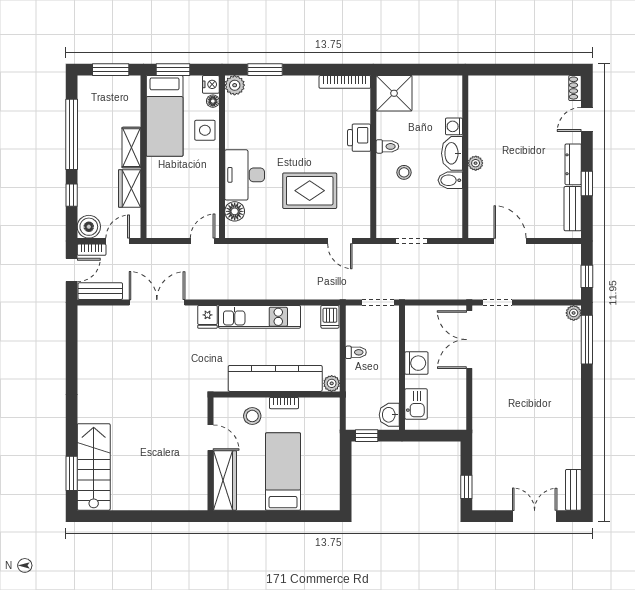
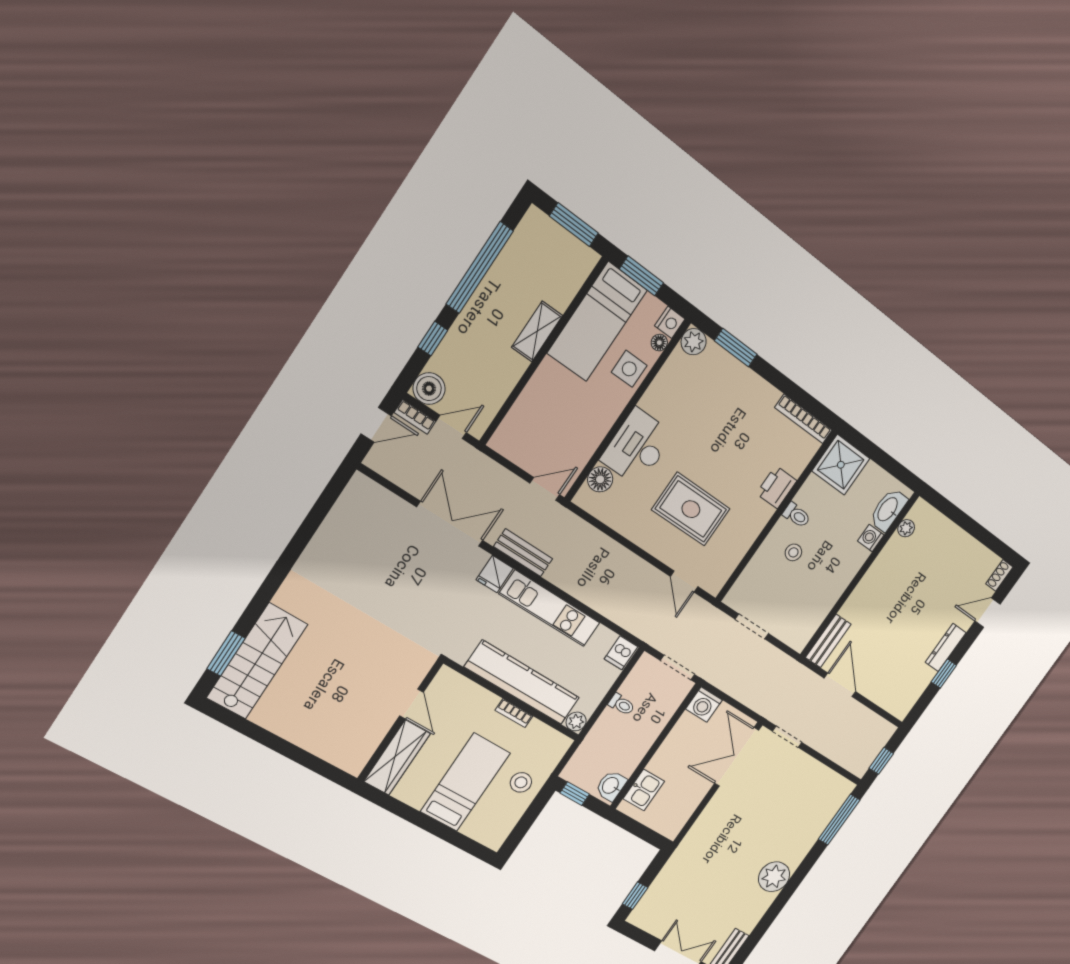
washbasin: (452, 153) -> (888, 510), moved
plant: (476, 163) -> (906, 528), moved
bidet: (450, 180) -> (830, 589), removed
wardrobe: (130, 188) -> (504, 377), removed
bench: (573, 209) -> (828, 641), moved
bench: (100, 291) -> (523, 553), moved
plant: (574, 313) -> (774, 877), moved, width x1.88, depth x1.88
washing machine: (416, 363) -> (704, 705), moved, turned 90
stool: (252, 416) -> (521, 782), moved

